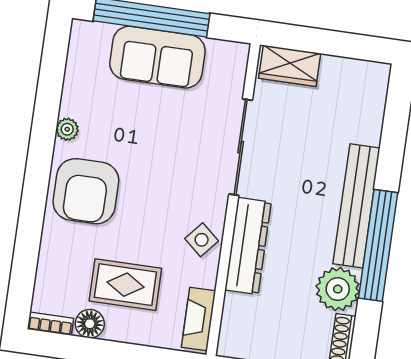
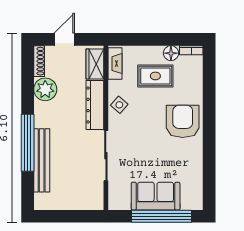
wardrobe: (290, 66) -> (95, 64), moved, turned -90
plant: (67, 129) -> (197, 152), removed
bench: (356, 206) -> (42, 160), moved
window: (378, 245) -> (28, 143), moved

